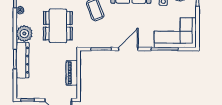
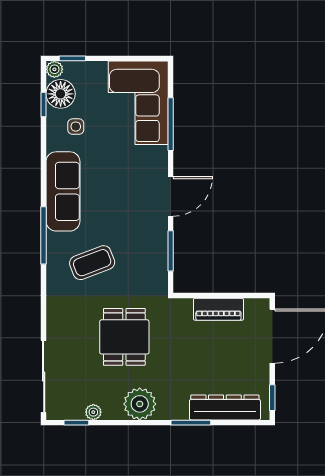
dining table: (58, 26) -> (124, 337), width x0.73
door: (128, 49) -> (171, 196), swing flipped
dresser: (23, 60) -> (225, 407), moved

